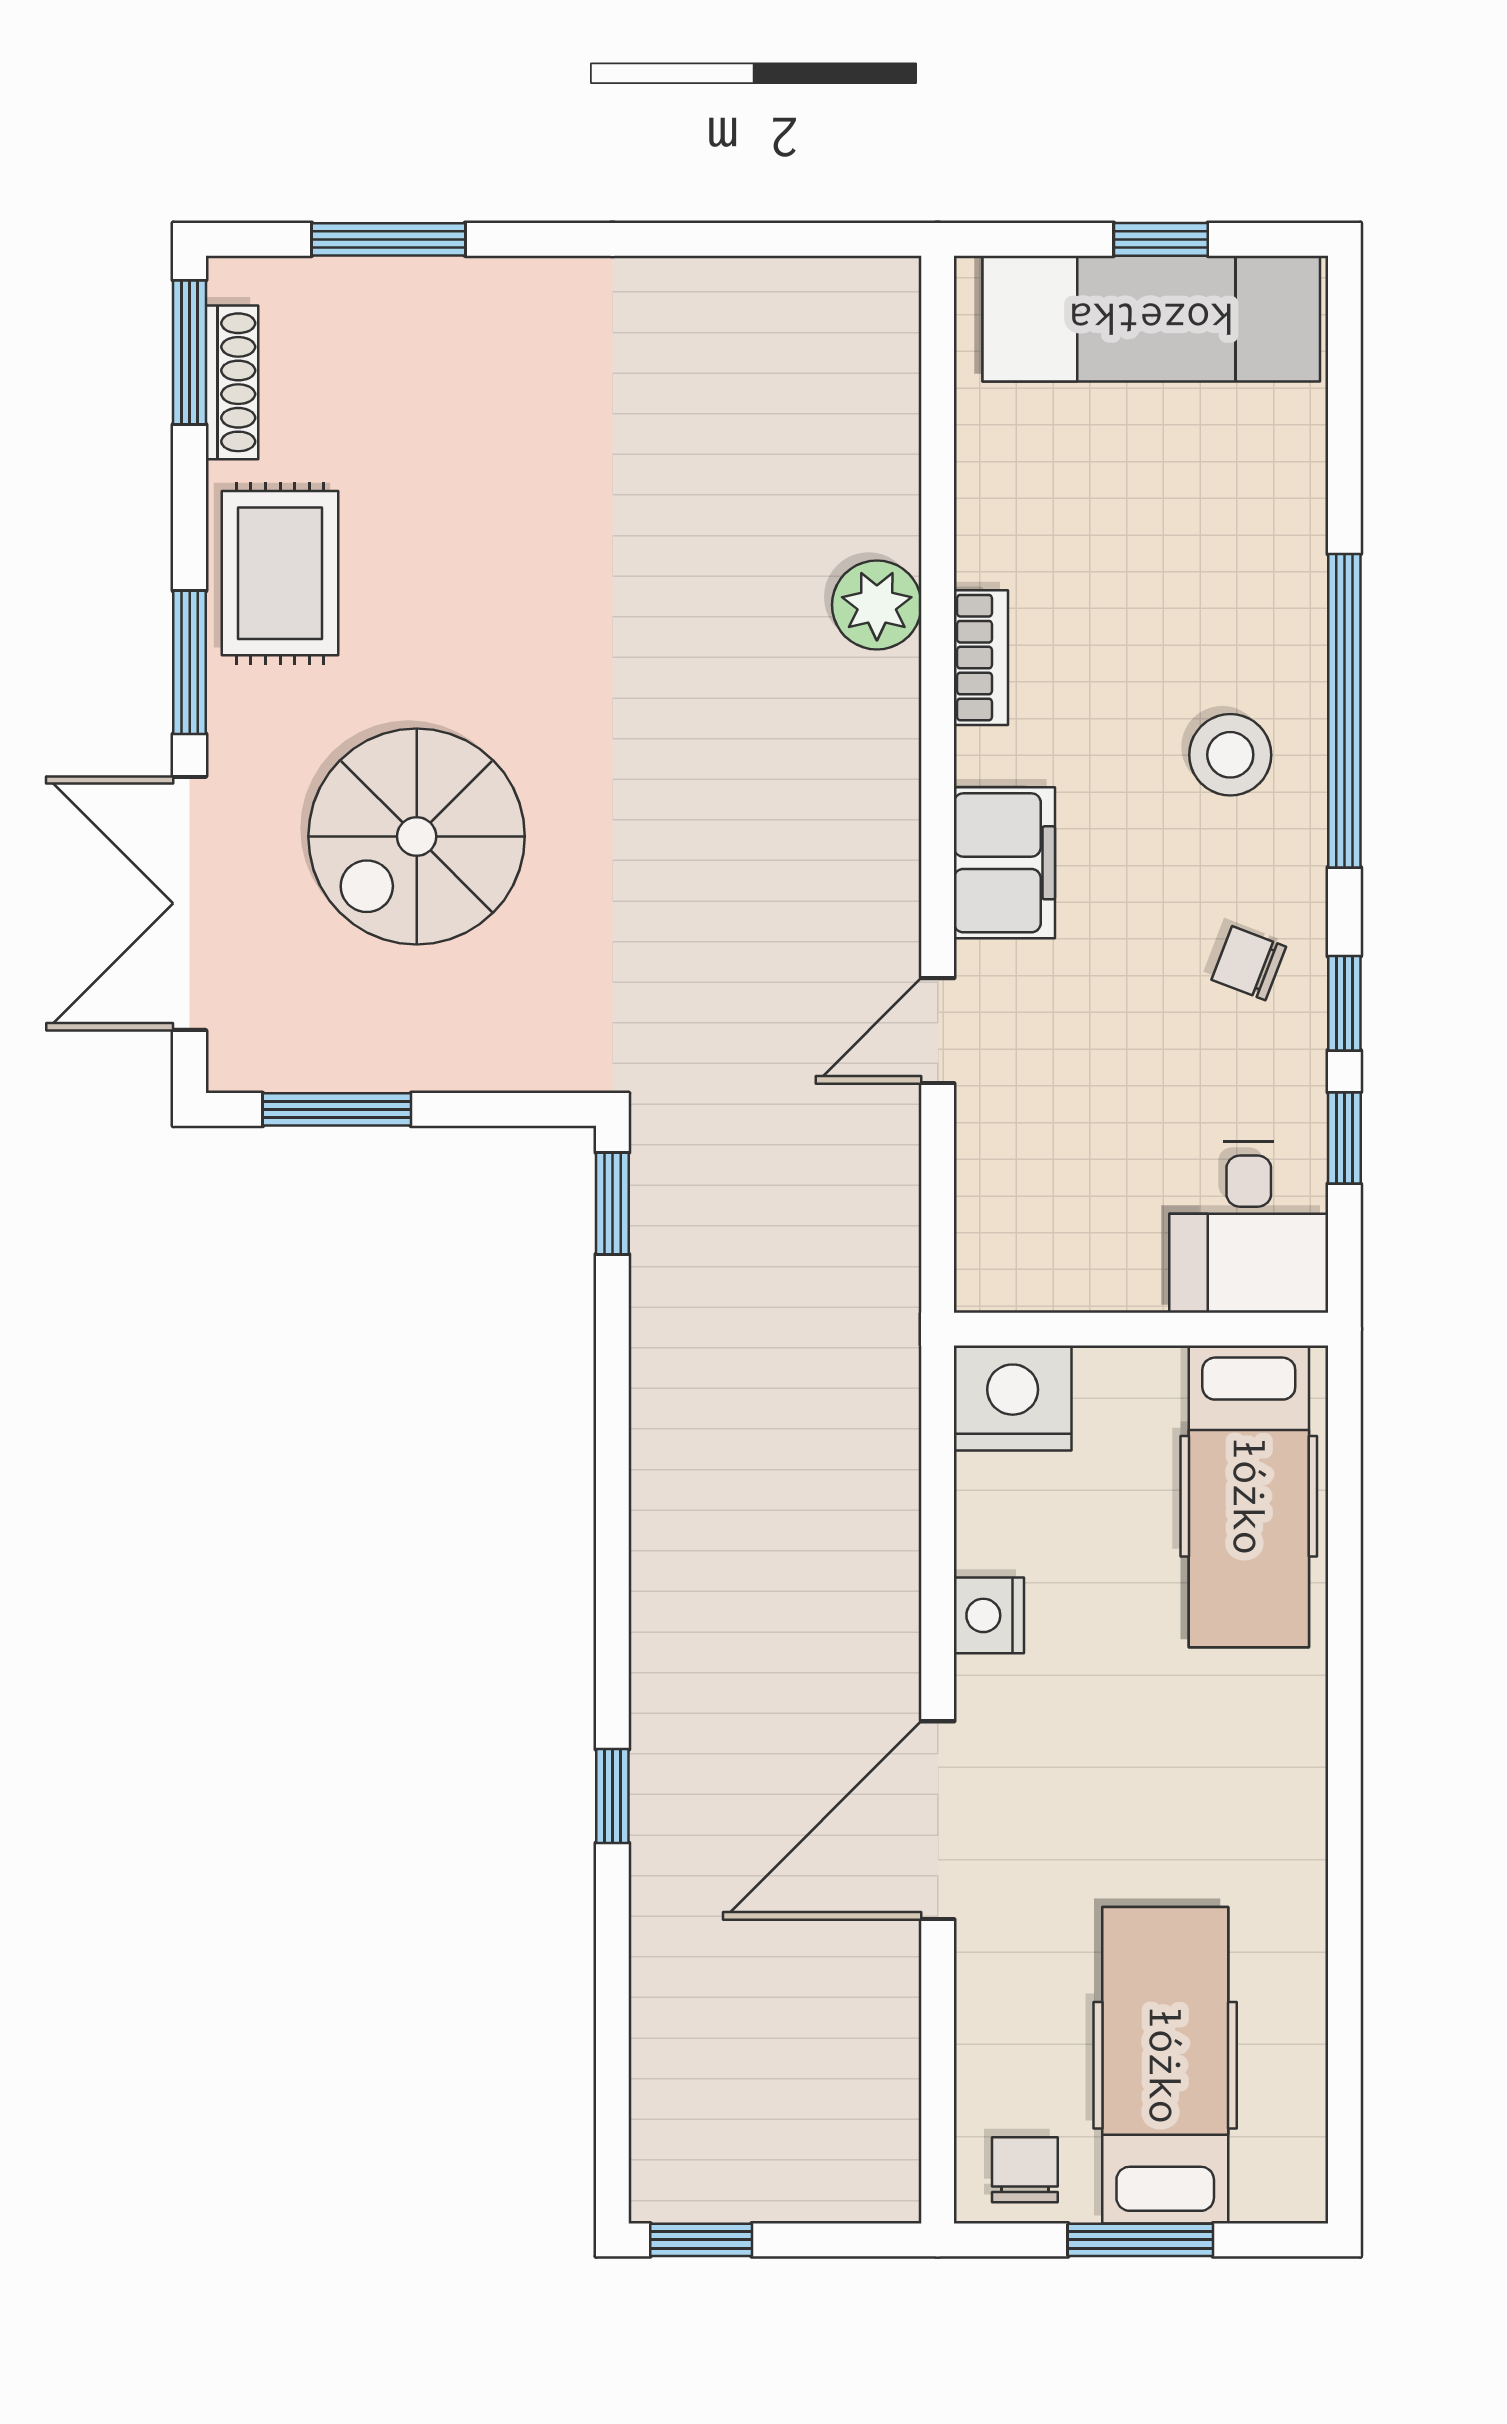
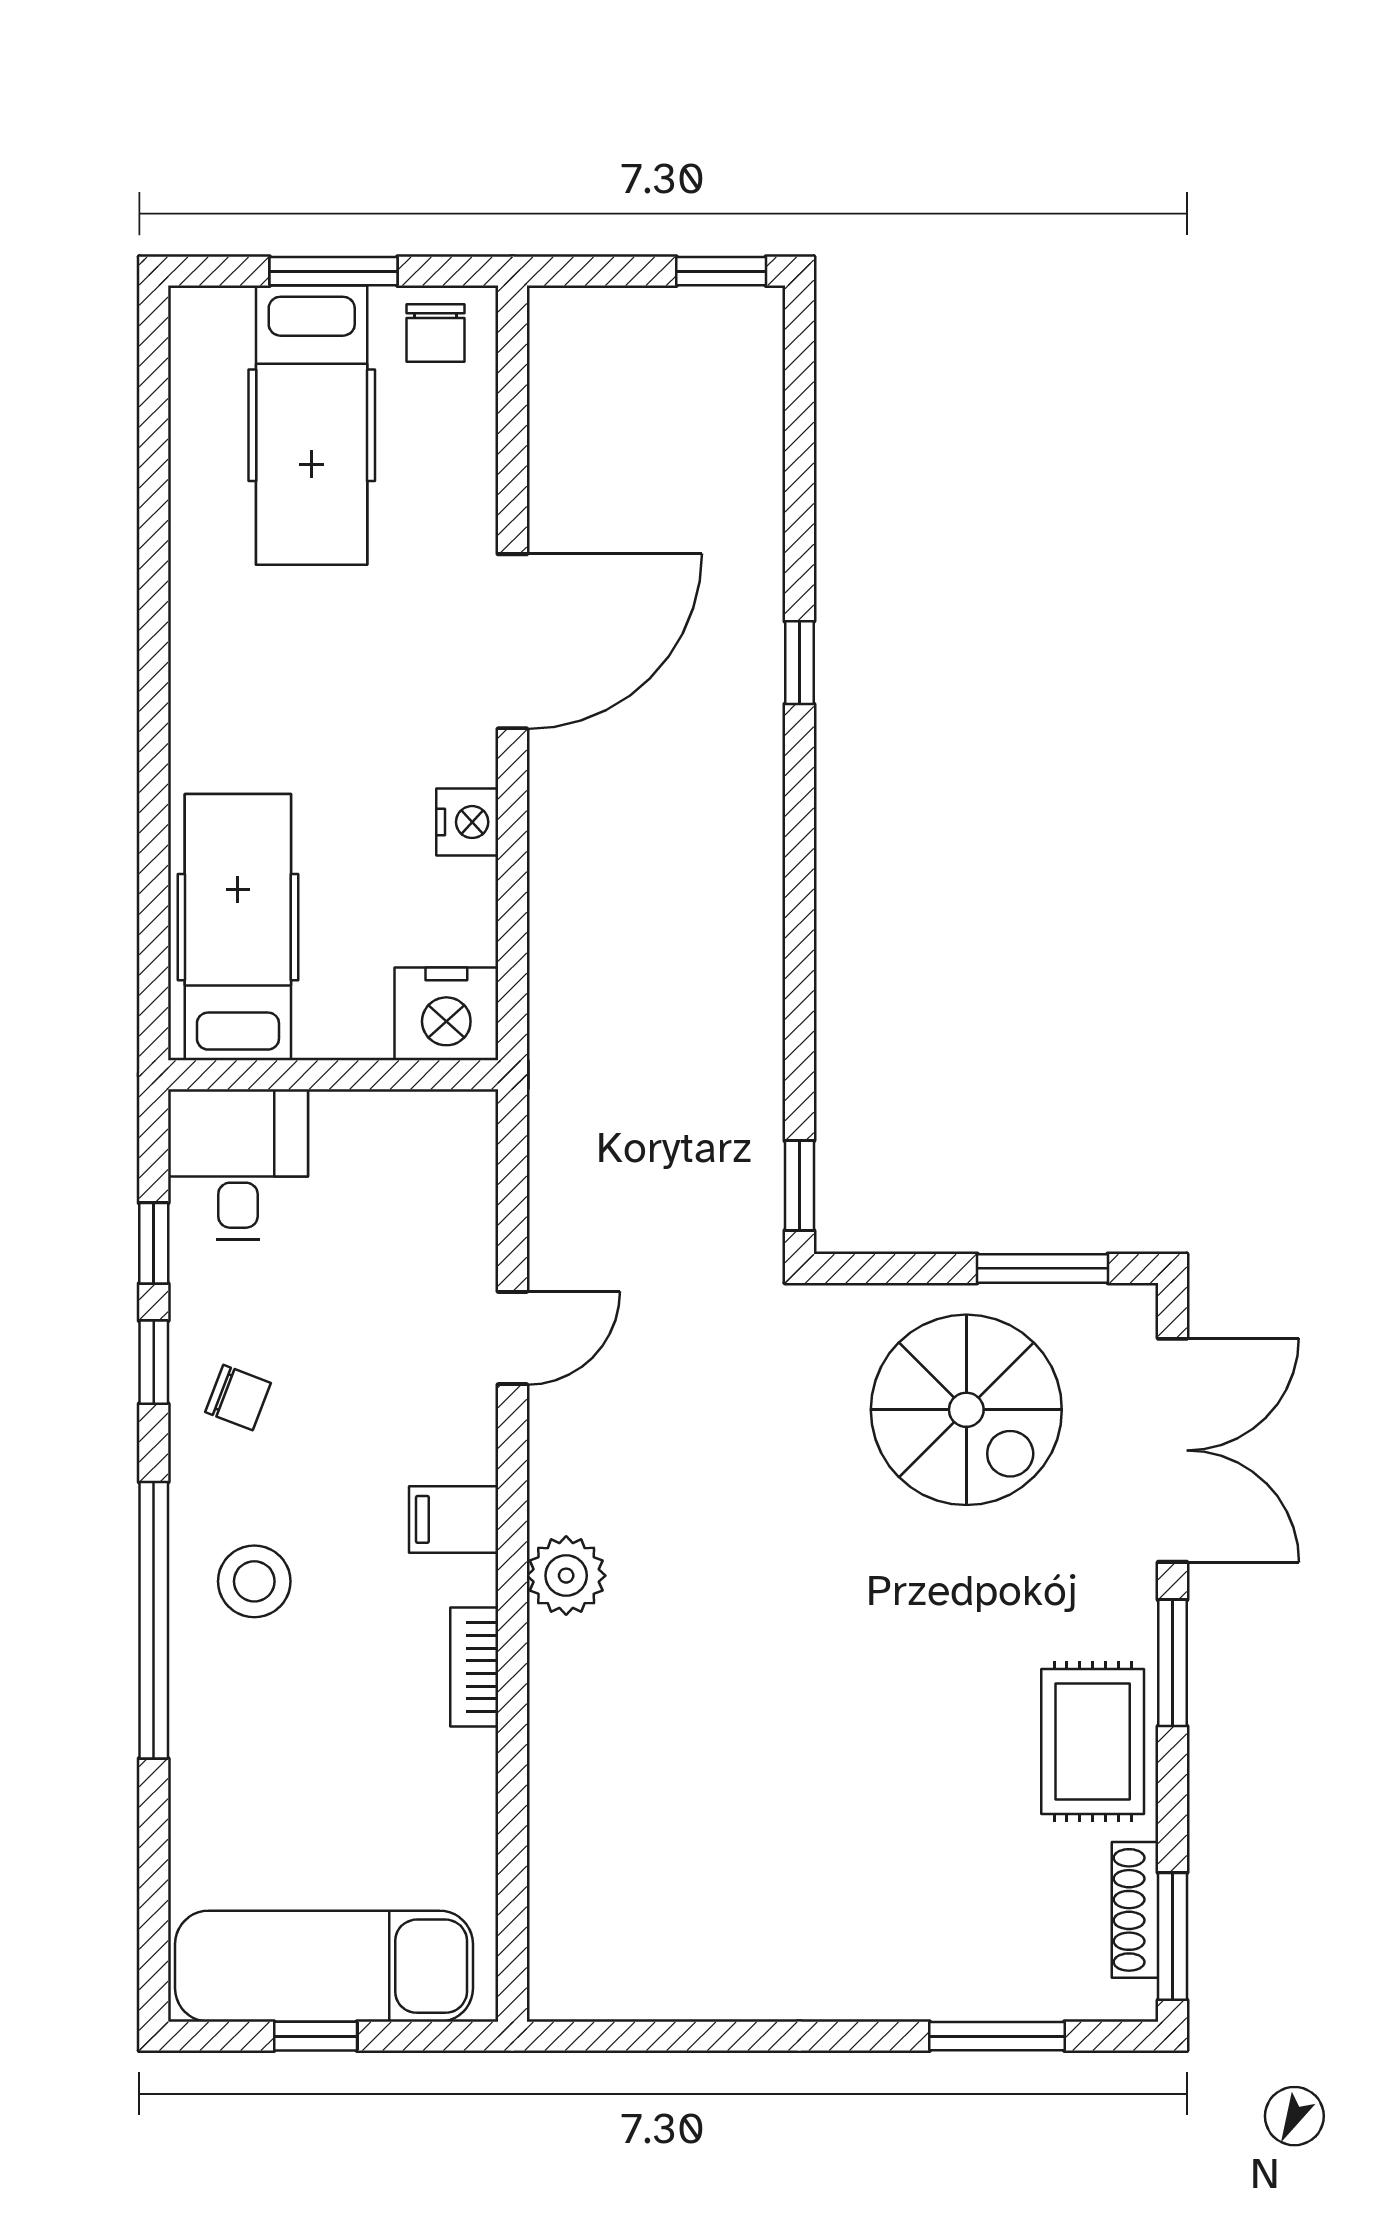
plant: (877, 605) -> (566, 1576), moved
spiral stairs: (417, 836) -> (966, 1410), moved, turned 90
filing cabinet: (1004, 863) -> (454, 1519), width x0.50

